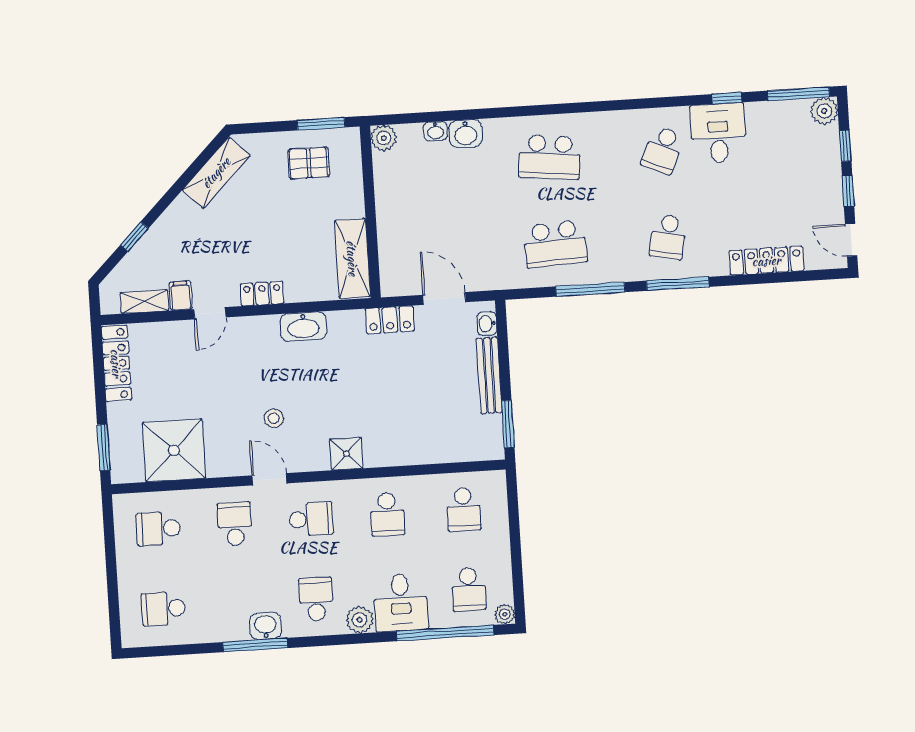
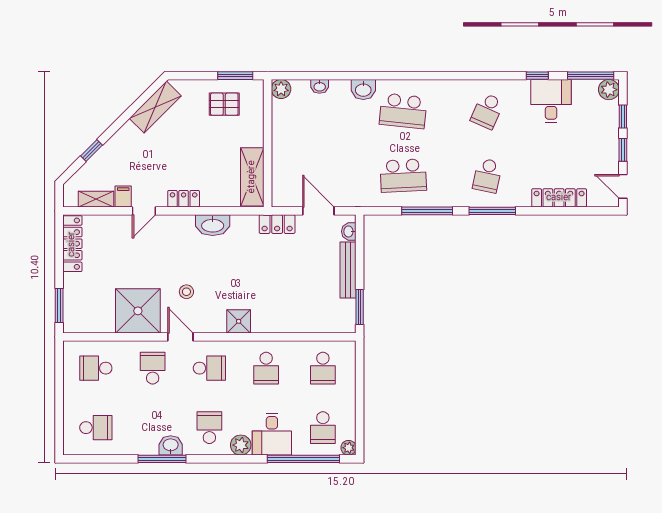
washbasin: (466, 133) -> (363, 90), moved
desk: (718, 133) -> (551, 101), moved
shower: (174, 450) -> (138, 311), moved
school desk: (164, 609) -> (96, 428), turned 180

